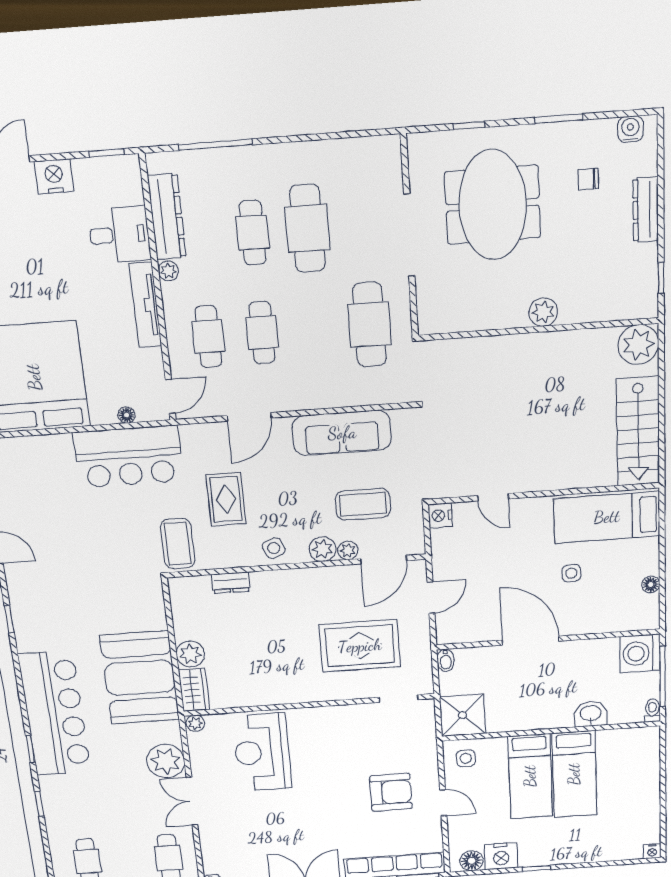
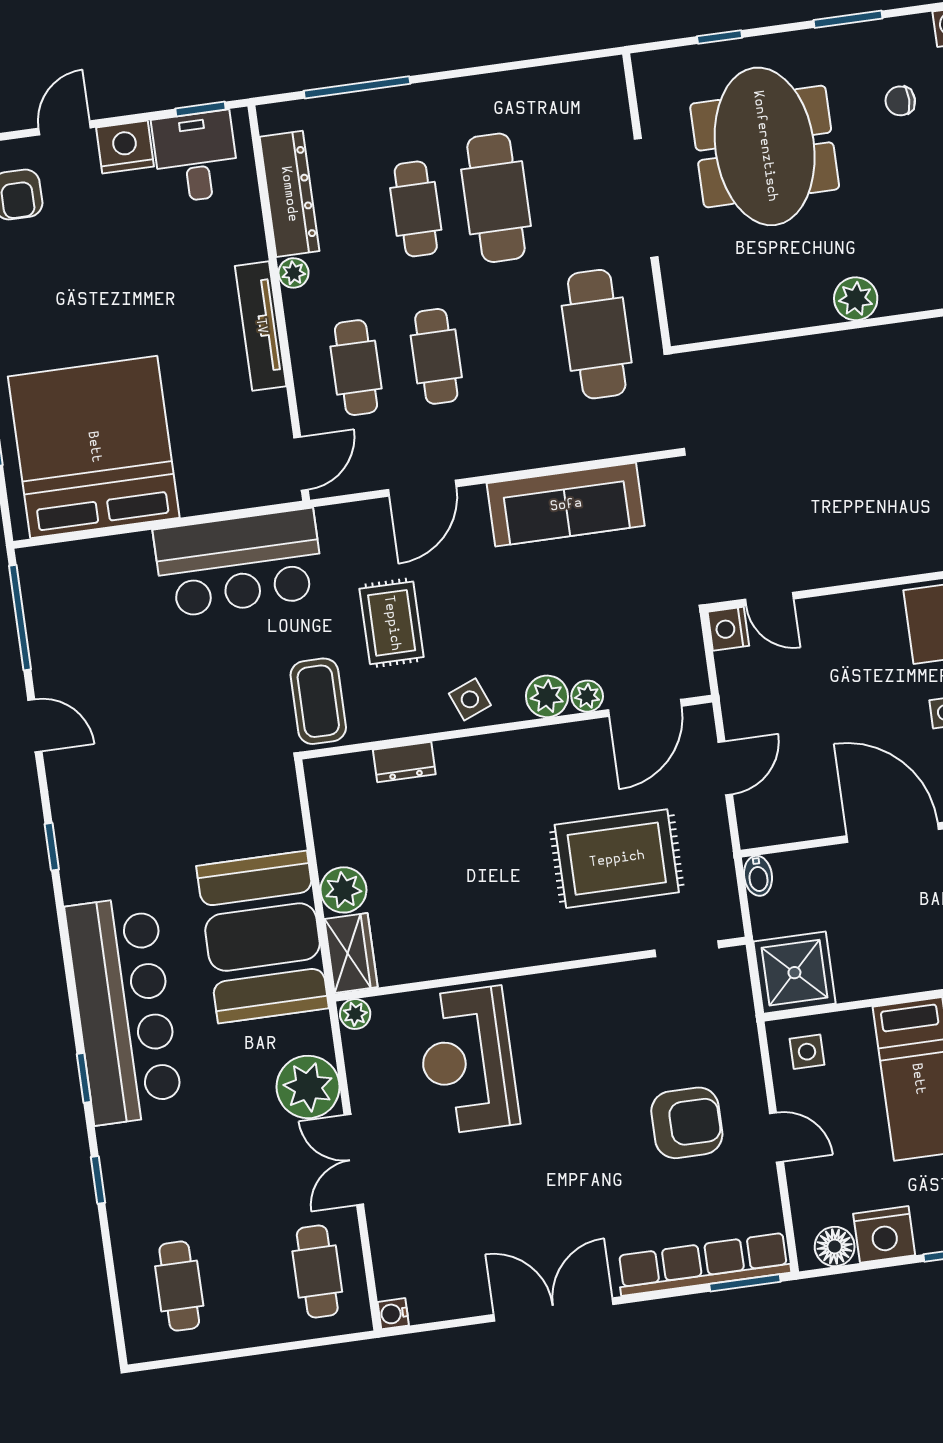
desk: (119, 235) -> (196, 157), moved, turned -90
floor lamp: (127, 415) -> (235, 497), removed
door: (493, 497) -> (769, 599), moved
coffee table: (363, 504) -> (606, 618), removed

